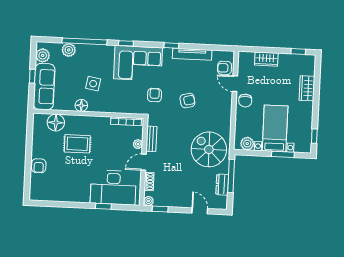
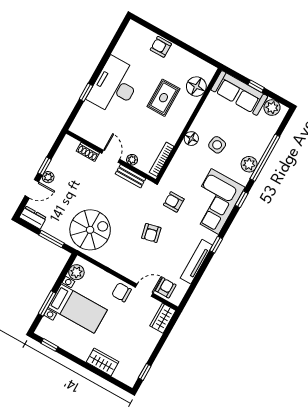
plant: (69, 50) -> (249, 164), moved
wardrobe: (266, 59) -> (163, 318), moved
armchair: (155, 95) -> (174, 202), turned 180
floor lamp: (81, 105) -> (191, 139), moved
window: (231, 176) -> (52, 239), width x0.69
dresser: (222, 185) -> (33, 217), moved
desk: (113, 188) -> (115, 86), moved
plant: (149, 201) -> (48, 177), moved
window: (160, 209) -> (45, 166), moved

